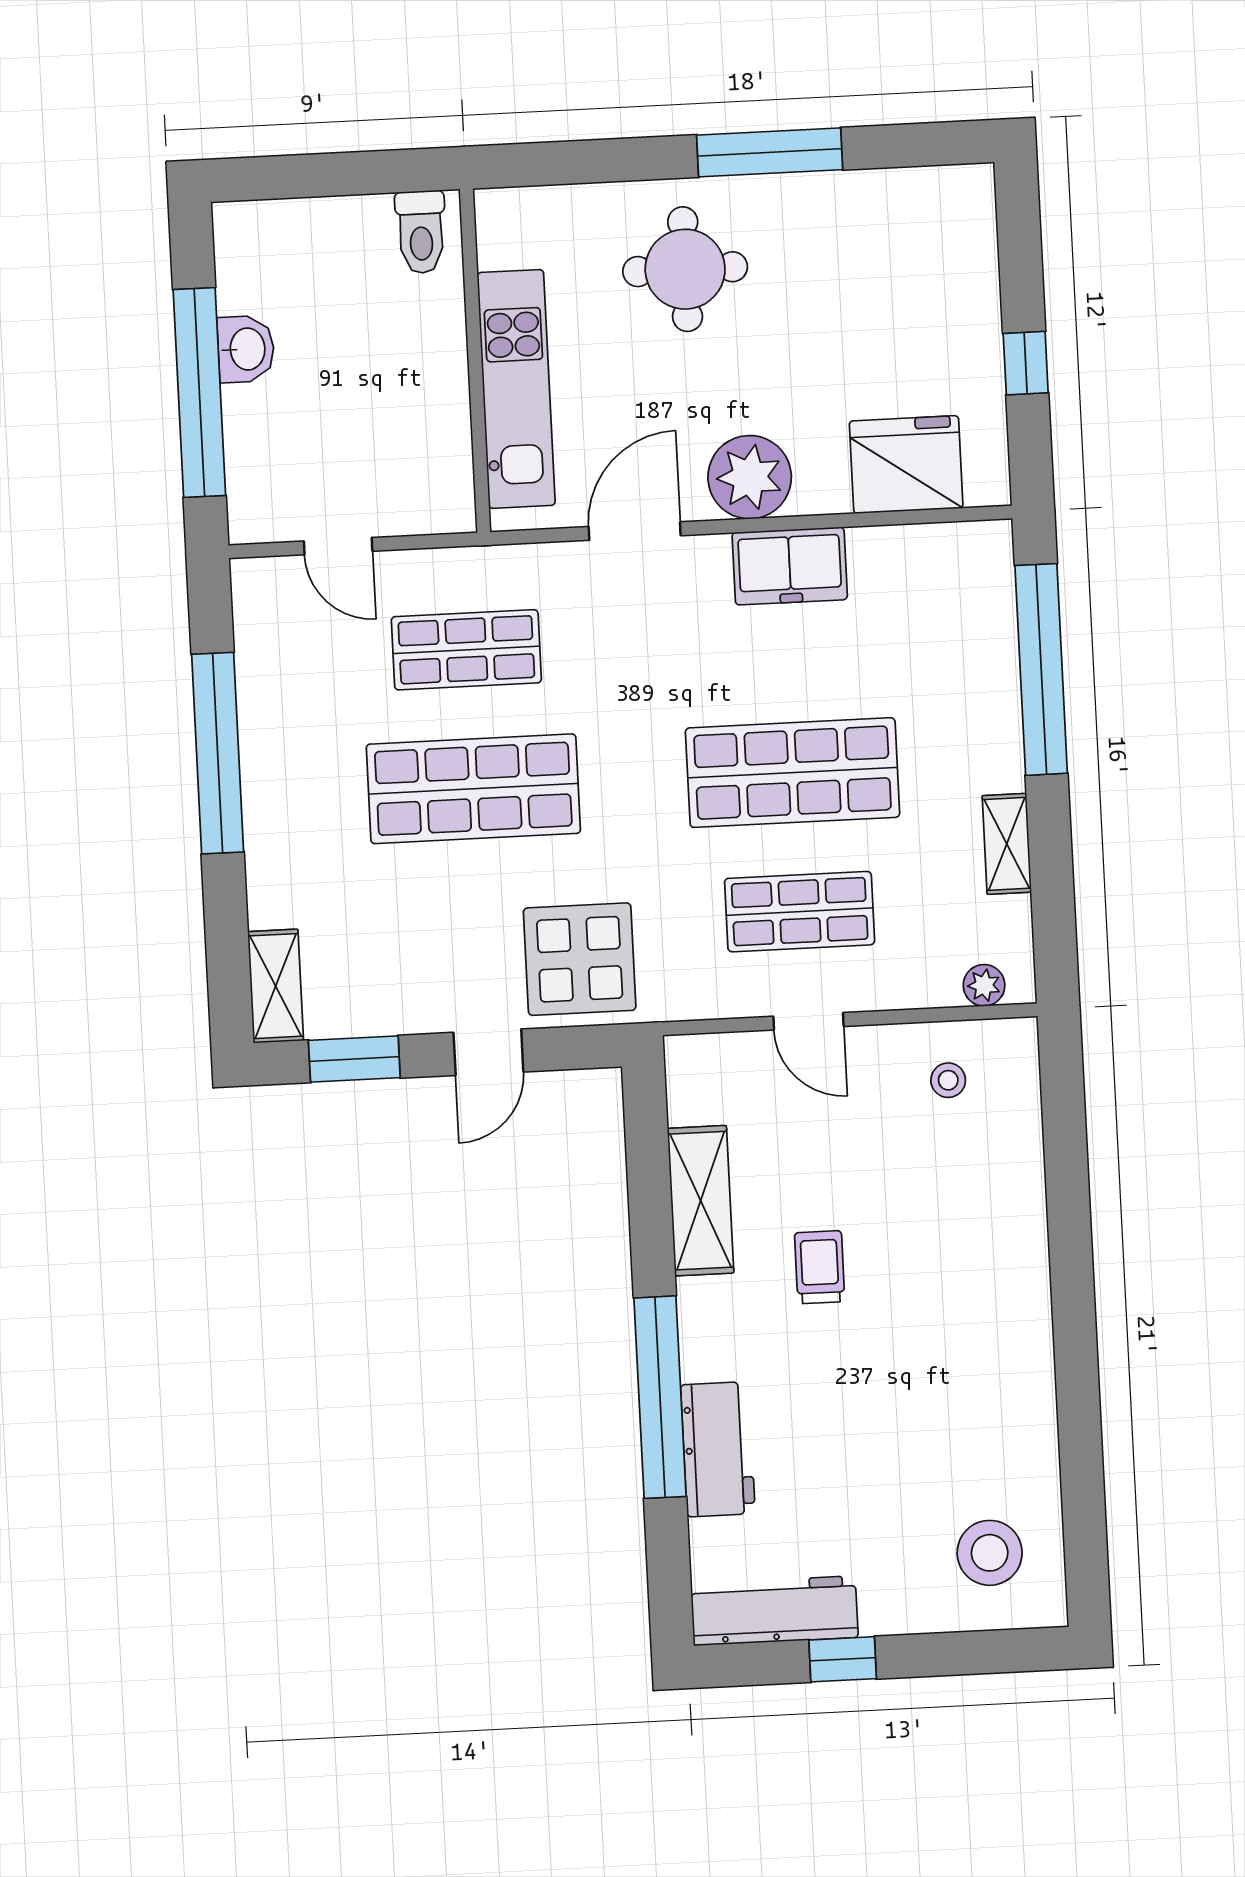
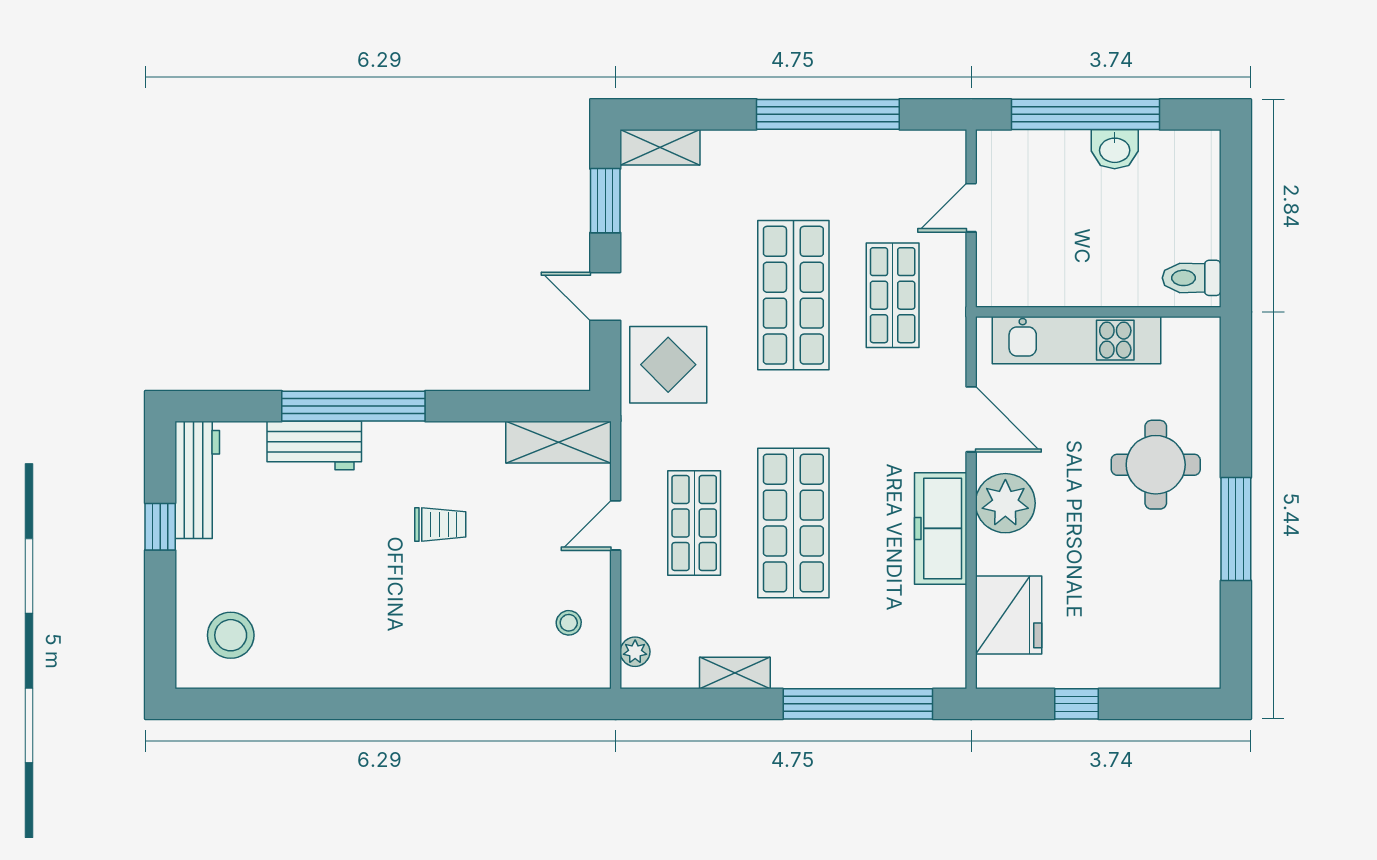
freezer: (790, 566) -> (941, 528), width x1.40
shelving: (701, 1201) -> (559, 442), moved

